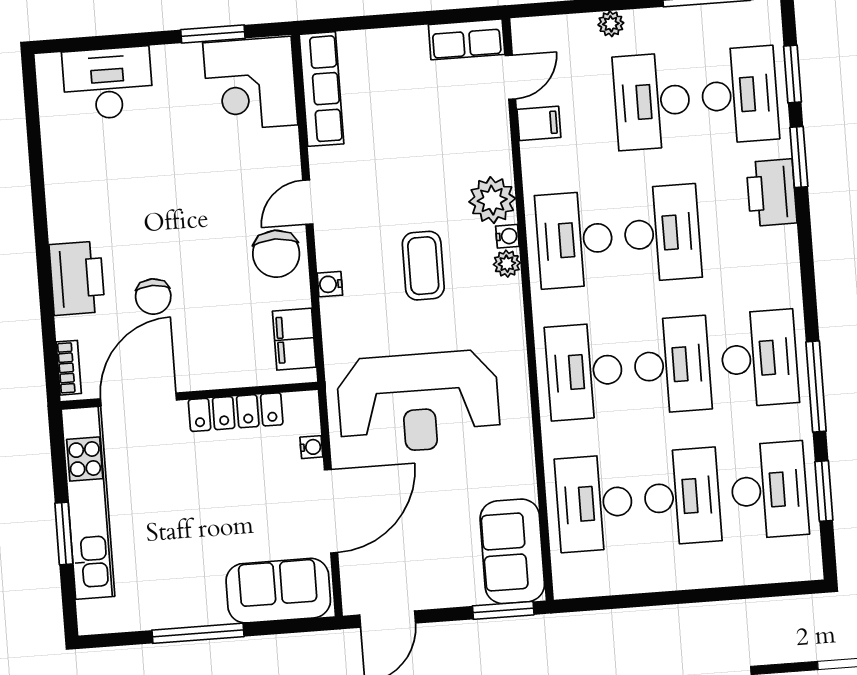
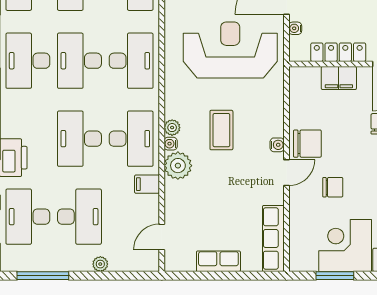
row of seats: (467, 39) -> (218, 261), moved
corner desk: (250, 84) -> (345, 245), moved, turned -90
filing cabinet: (539, 123) -> (147, 184), moved
chair: (228, 183) -> (333, 187), added
chair: (276, 254) -> (307, 144), turned 90
water cooler: (330, 284) -> (277, 145), moved
filing cabinet: (294, 339) -> (339, 78), moved, turned 90

